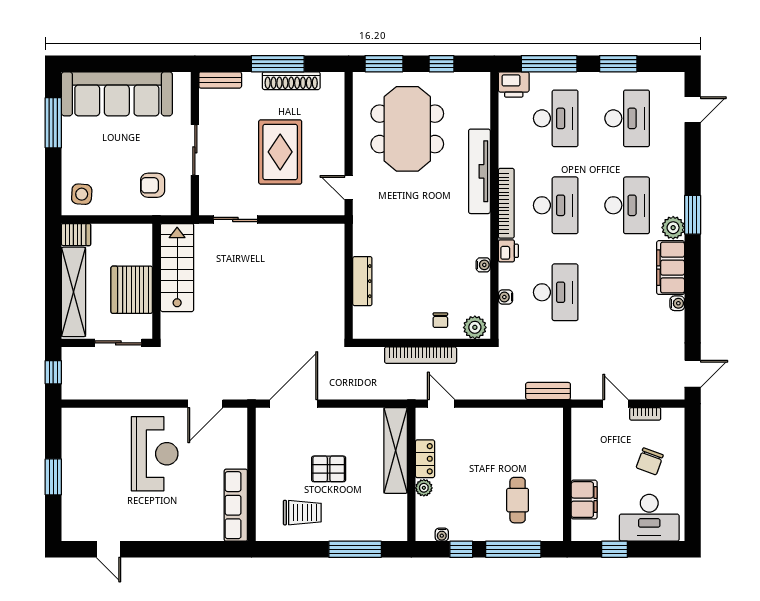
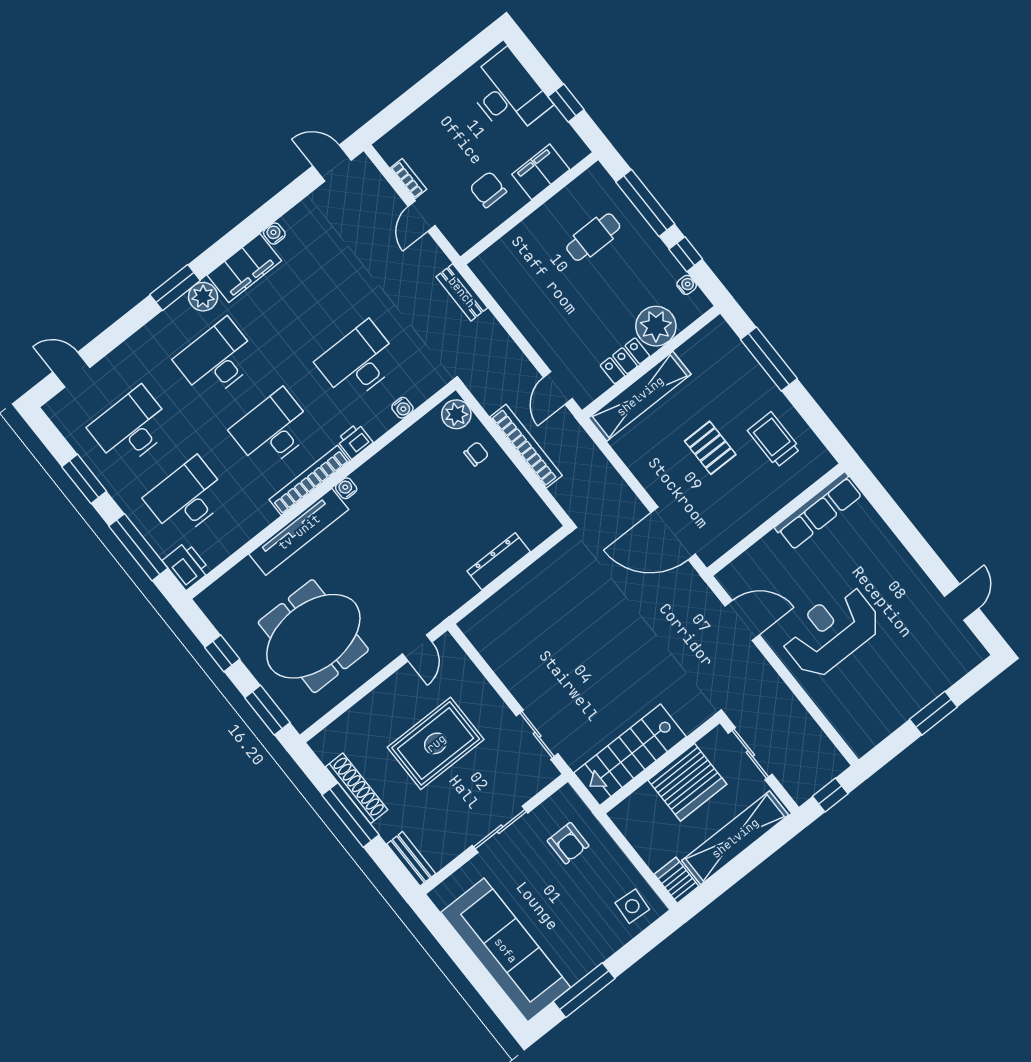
water cooler: (483, 265) -> (346, 488), moved
chair: (650, 461) -> (488, 190), moved, turned -110
plant: (424, 488) -> (656, 326), width x1.88, depth x1.88

